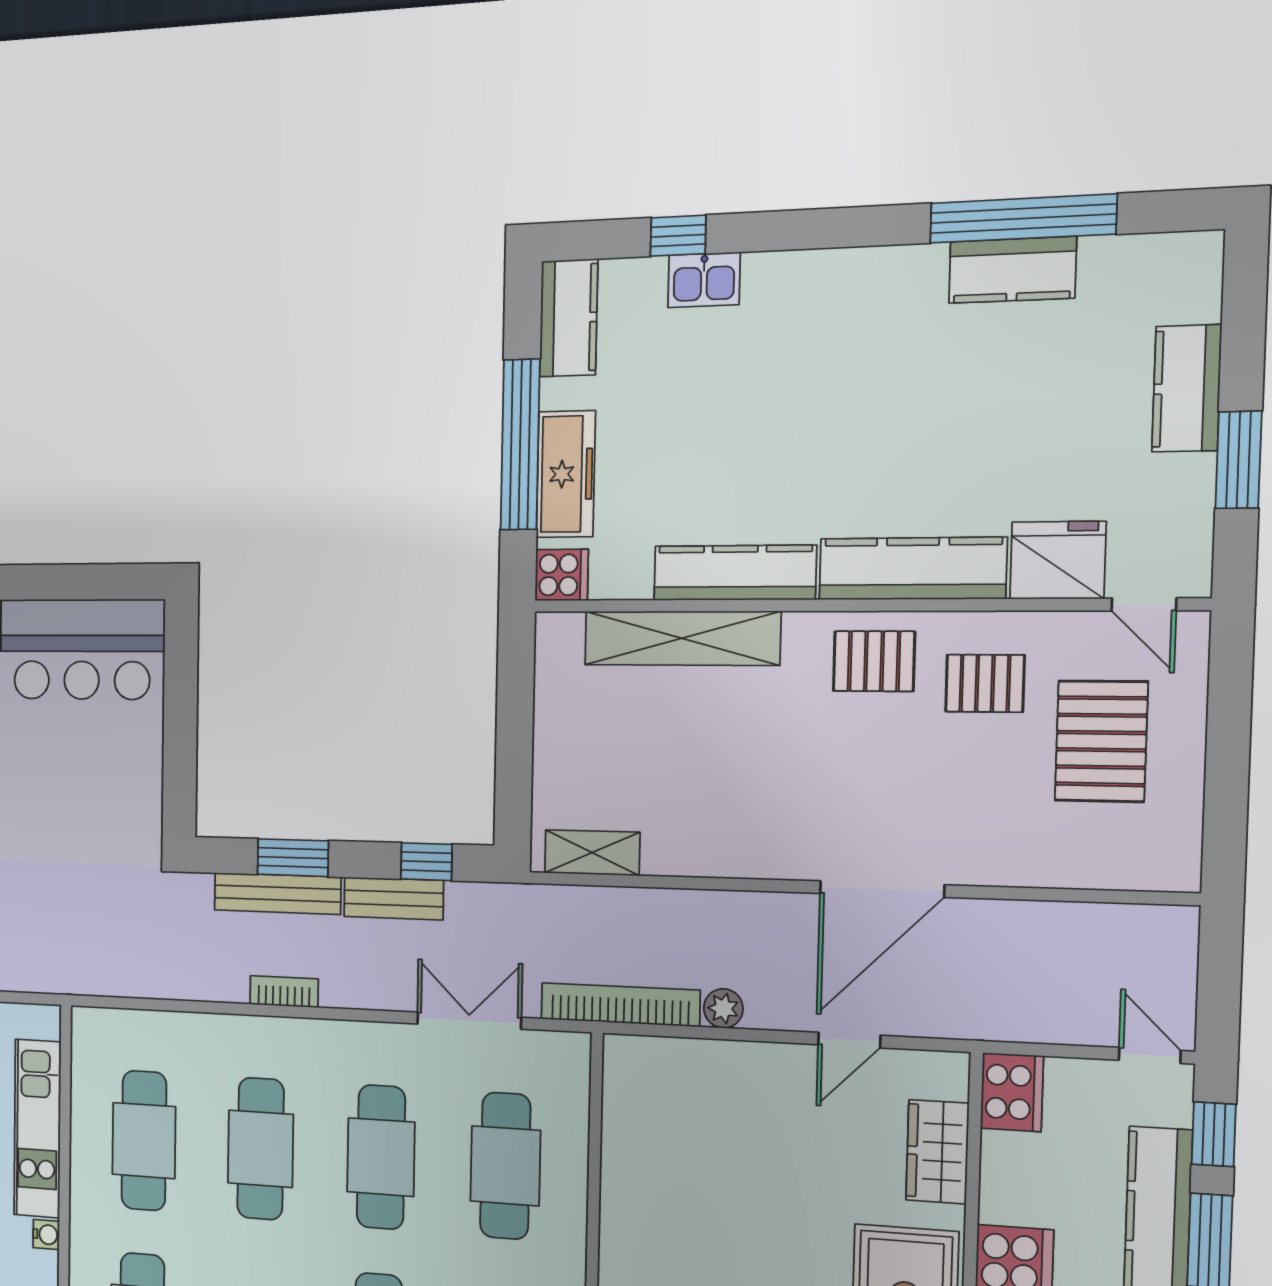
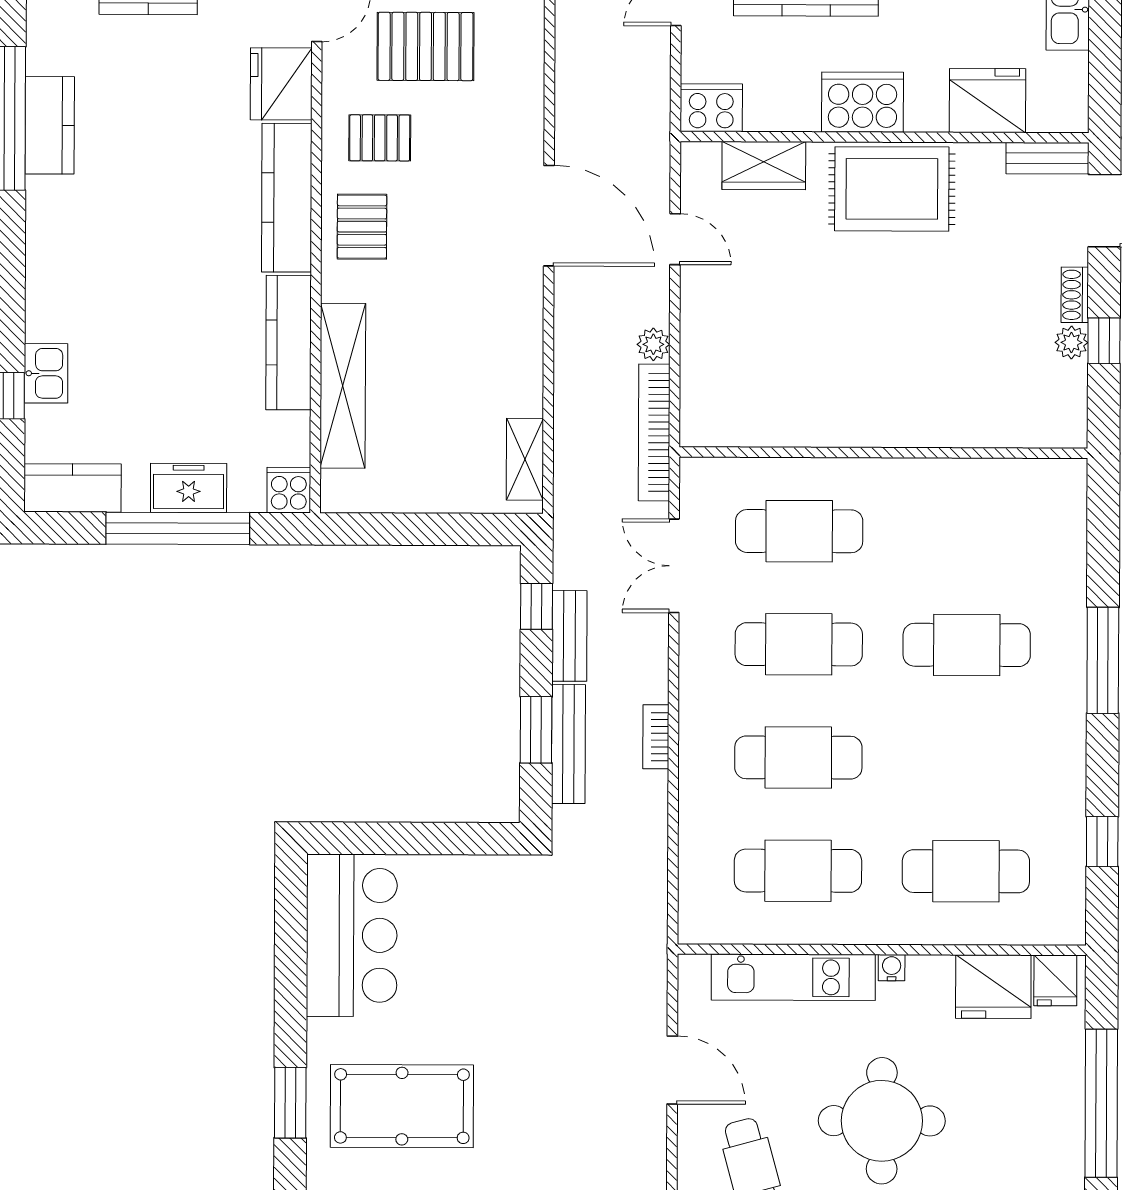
freezer: (566, 474) -> (189, 488), width x0.71
pallet: (985, 683) -> (380, 138), turned 90

